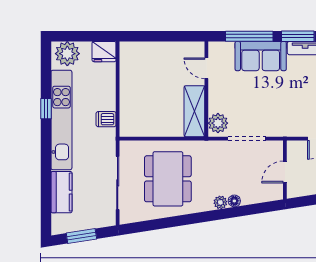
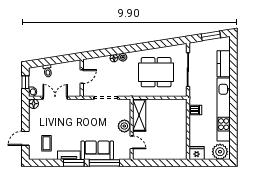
window: (46, 109) -> (233, 117), removed
plant: (218, 123) -> (124, 126), moved
dining table: (168, 179) -> (156, 72), turned 90

